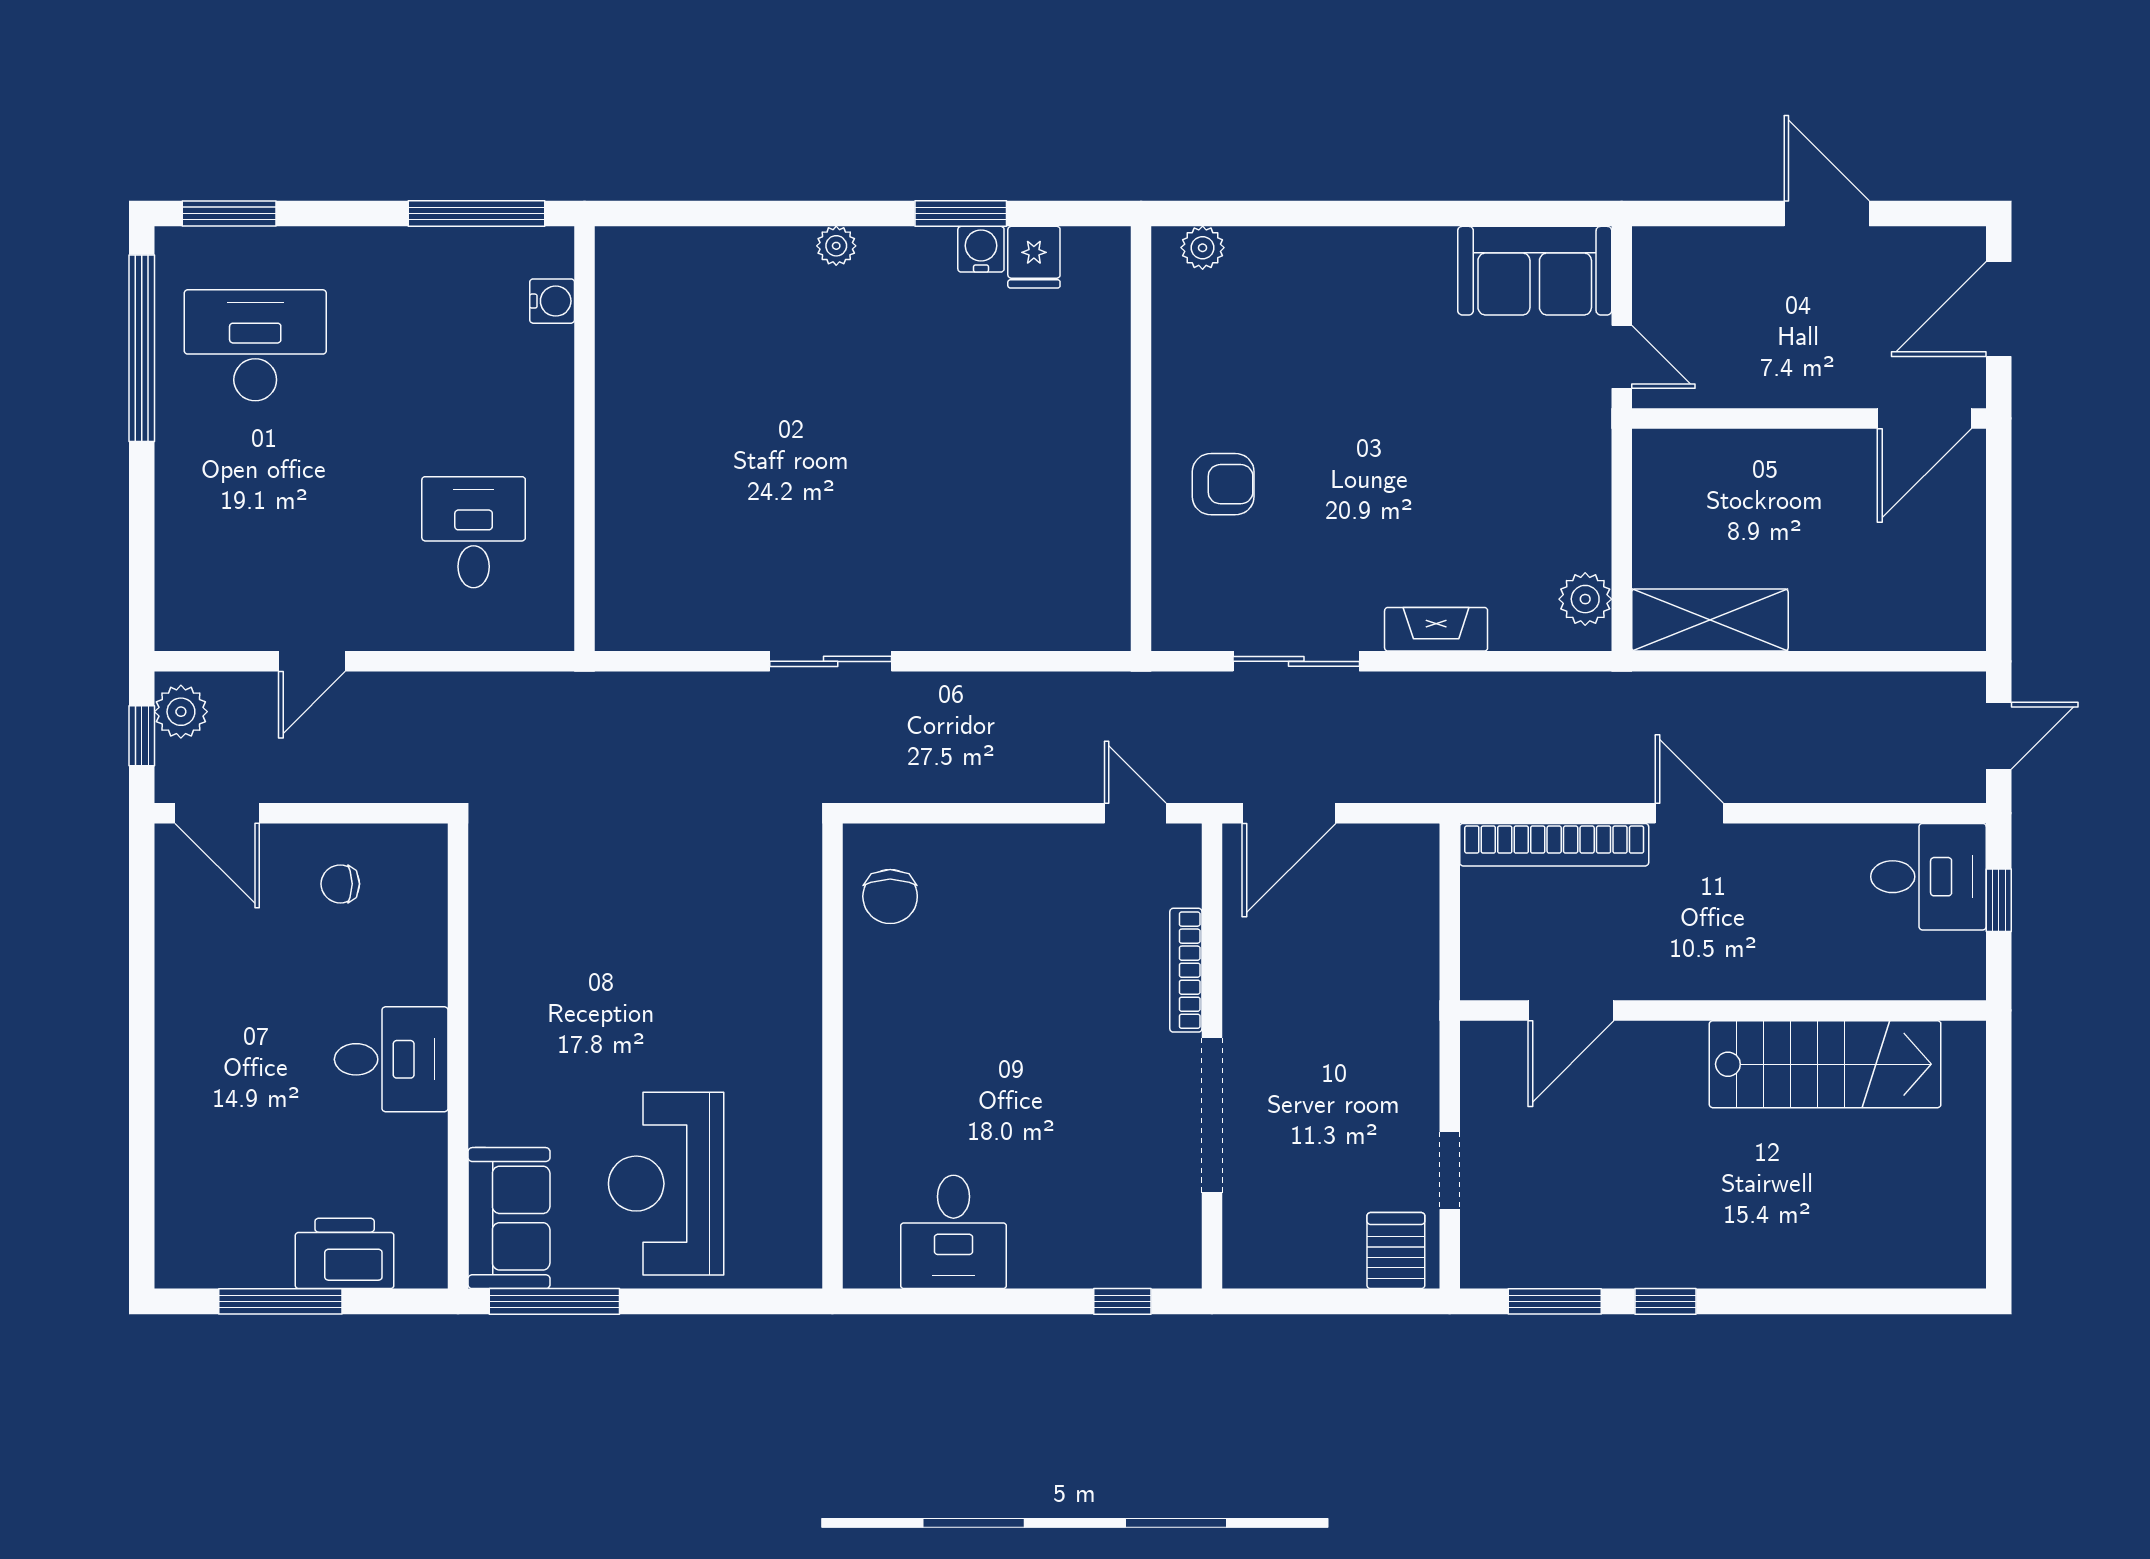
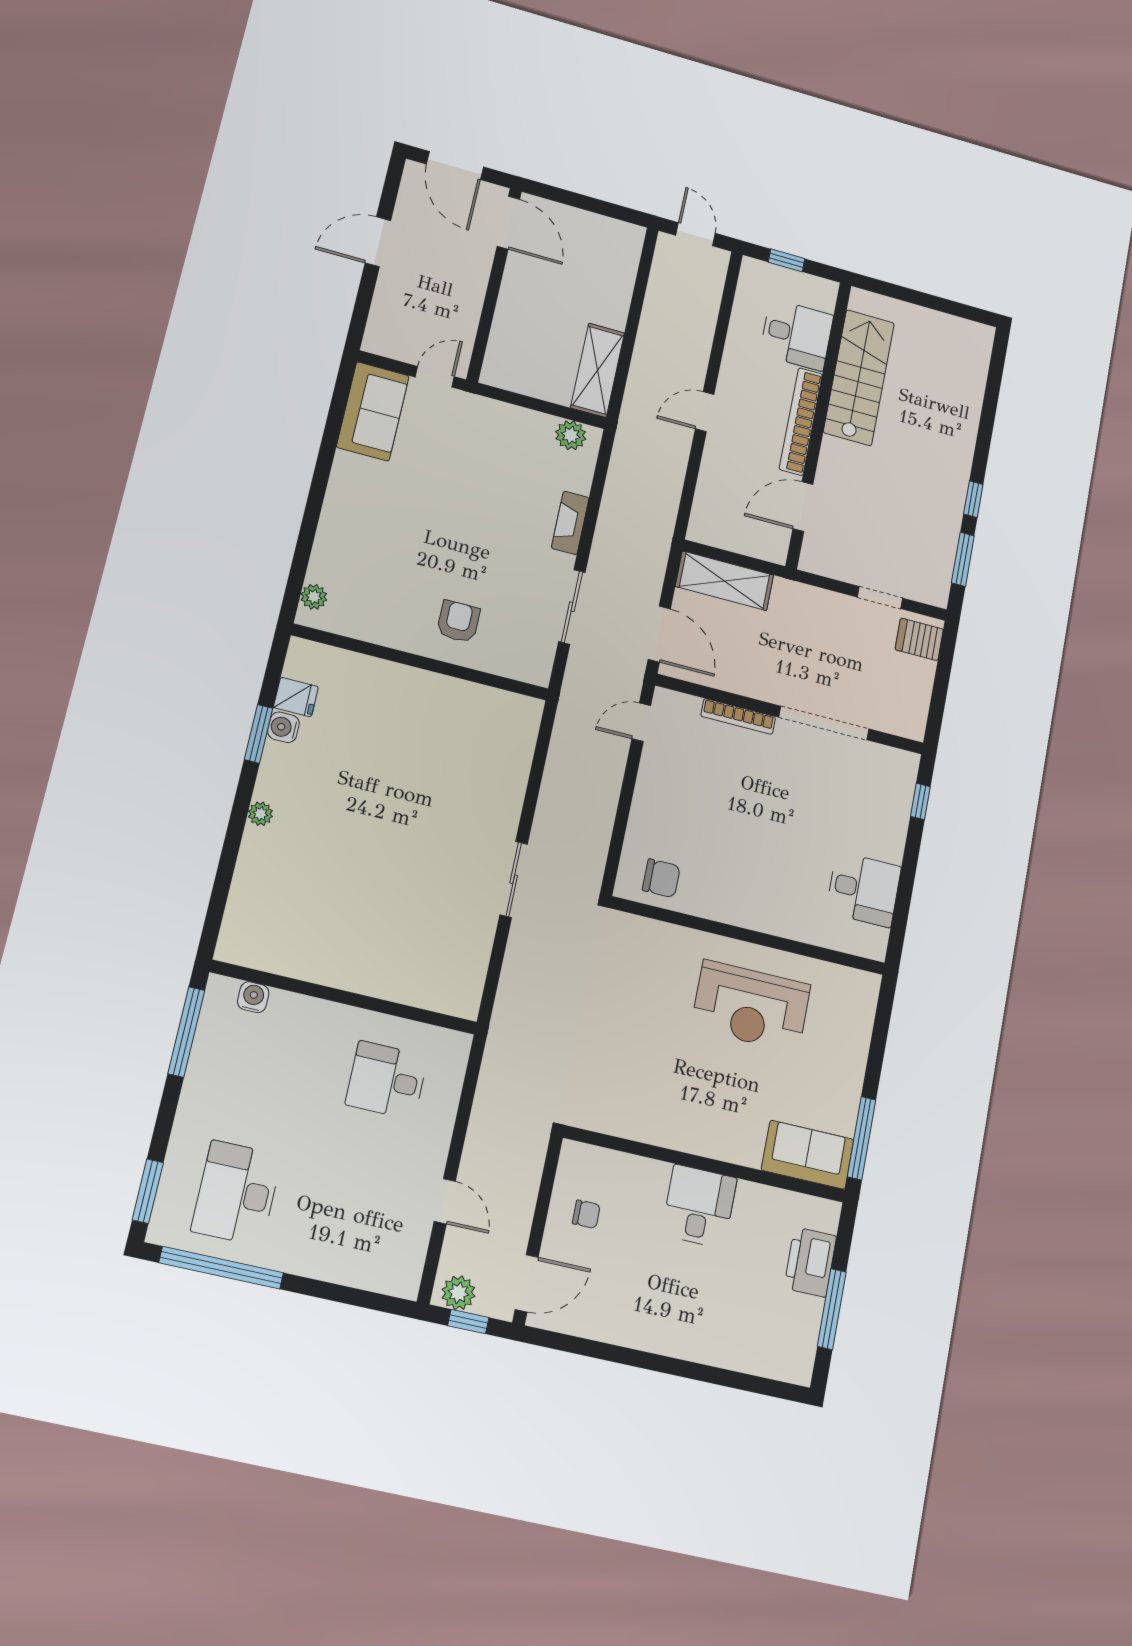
bookcase: (1554, 845) -> (801, 421), moved, turned 180
desk: (1928, 877) -> (797, 335), moved, turned 90
chair: (340, 884) -> (586, 1214), turned -90
shelving: (1408, 903) -> (725, 581), added
door: (1571, 1010) -> (803, 507), swing flipped
reception desk: (666, 1184) -> (751, 1006), moved

